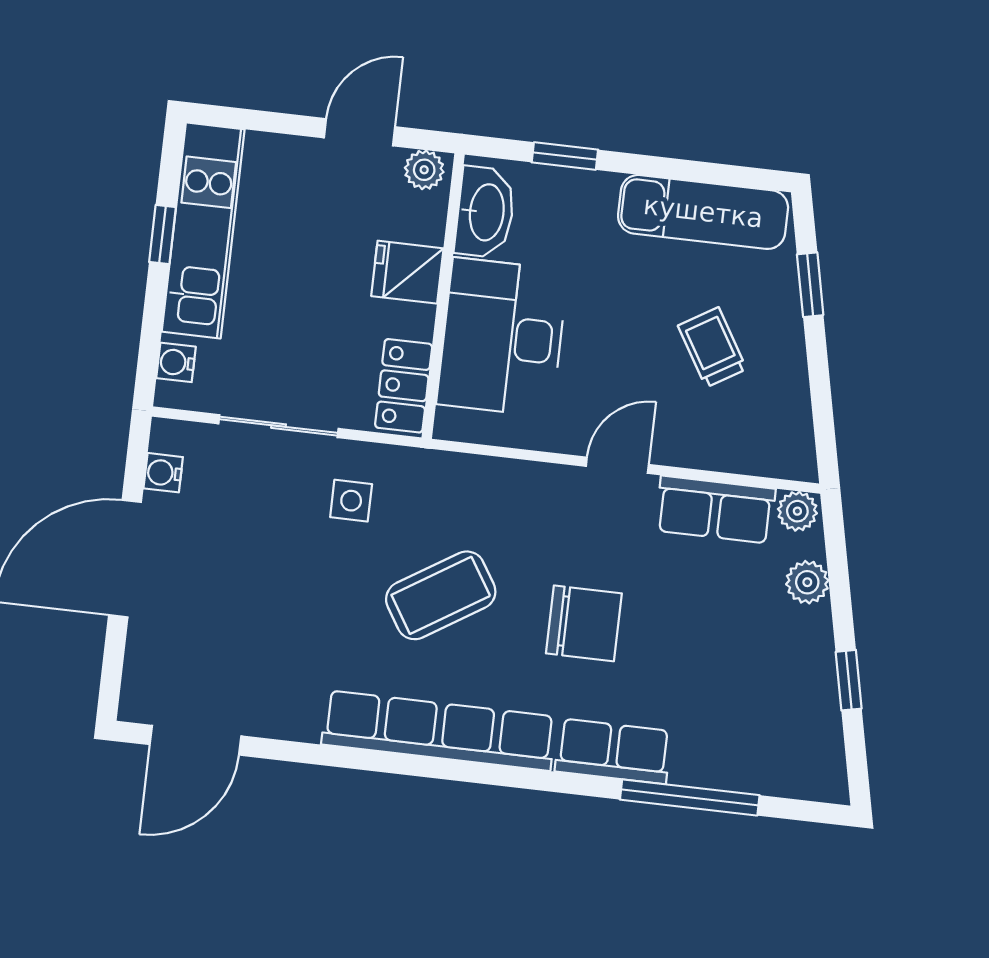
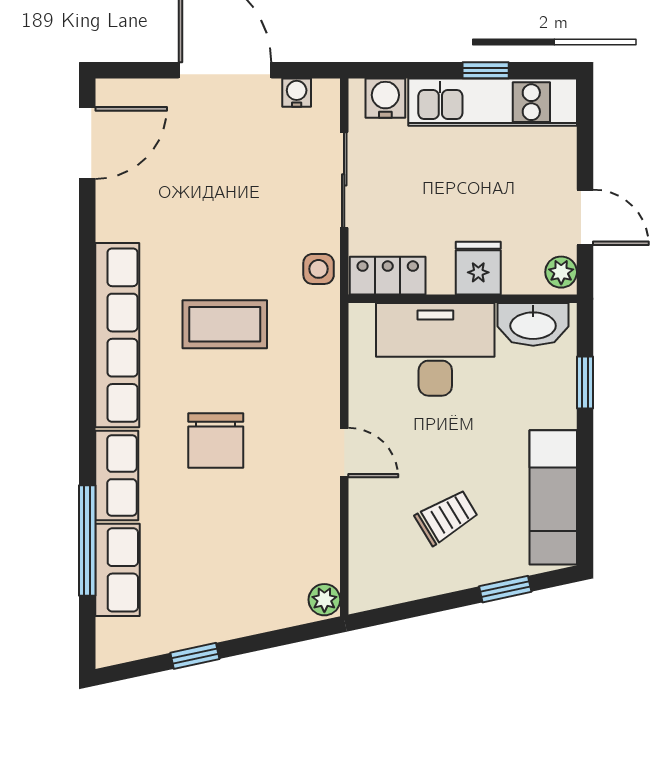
water cooler: (176, 362) -> (385, 98), width x1.38, depth x1.38
side table: (351, 501) -> (319, 269), moved
row of seats: (715, 510) -> (117, 570), moved, turned 180
plant: (807, 582) -> (269, 614), removed
coffee table: (441, 595) -> (225, 324), turned -58
door: (195, 740) -> (87, 143), swing flipped

